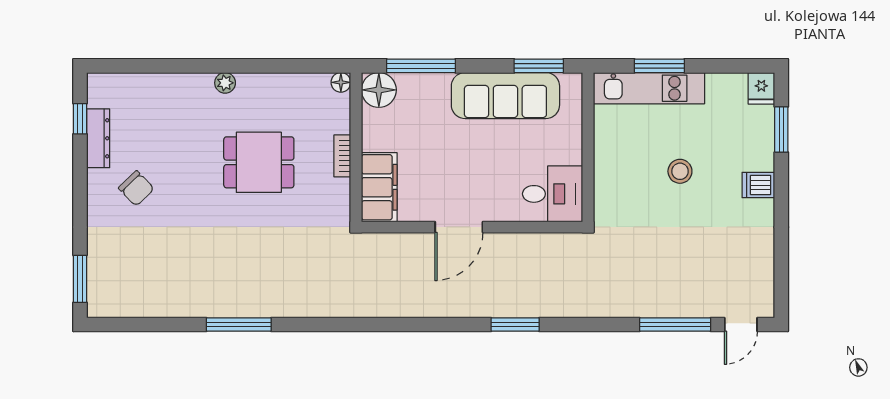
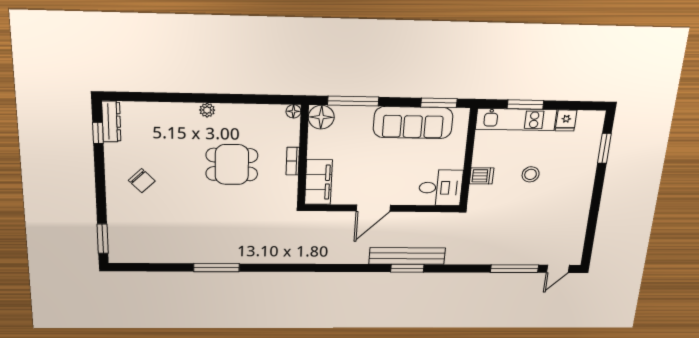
fridge: (761, 88) -> (566, 120), moved
dresser: (98, 138) -> (111, 122), moved
dishwasher: (758, 185) -> (482, 176), moved, turned 180
bench: (513, 304) -> (407, 256), added

